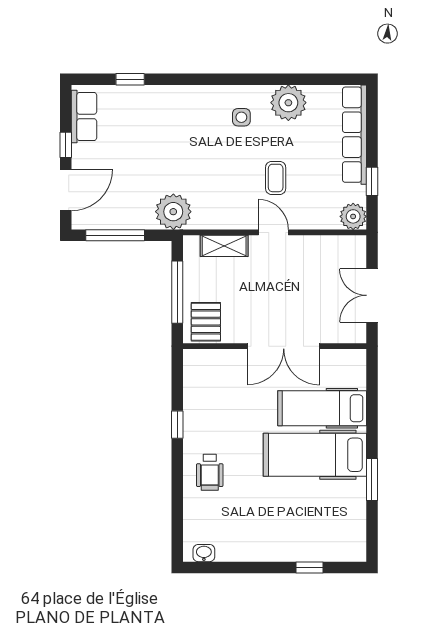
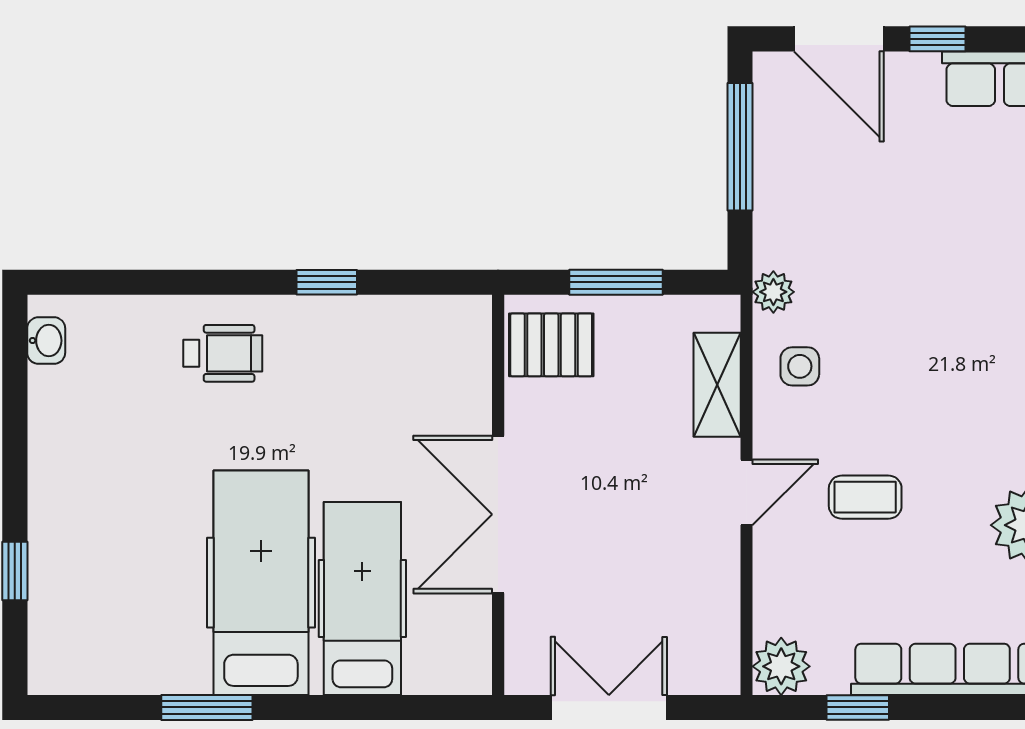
side table: (241, 117) -> (800, 366), moved
plant: (173, 212) -> (773, 292), width x0.53, depth x0.53
window: (177, 292) -> (616, 282), width x0.69
wheelchair: (210, 472) -> (223, 353), turned 180

